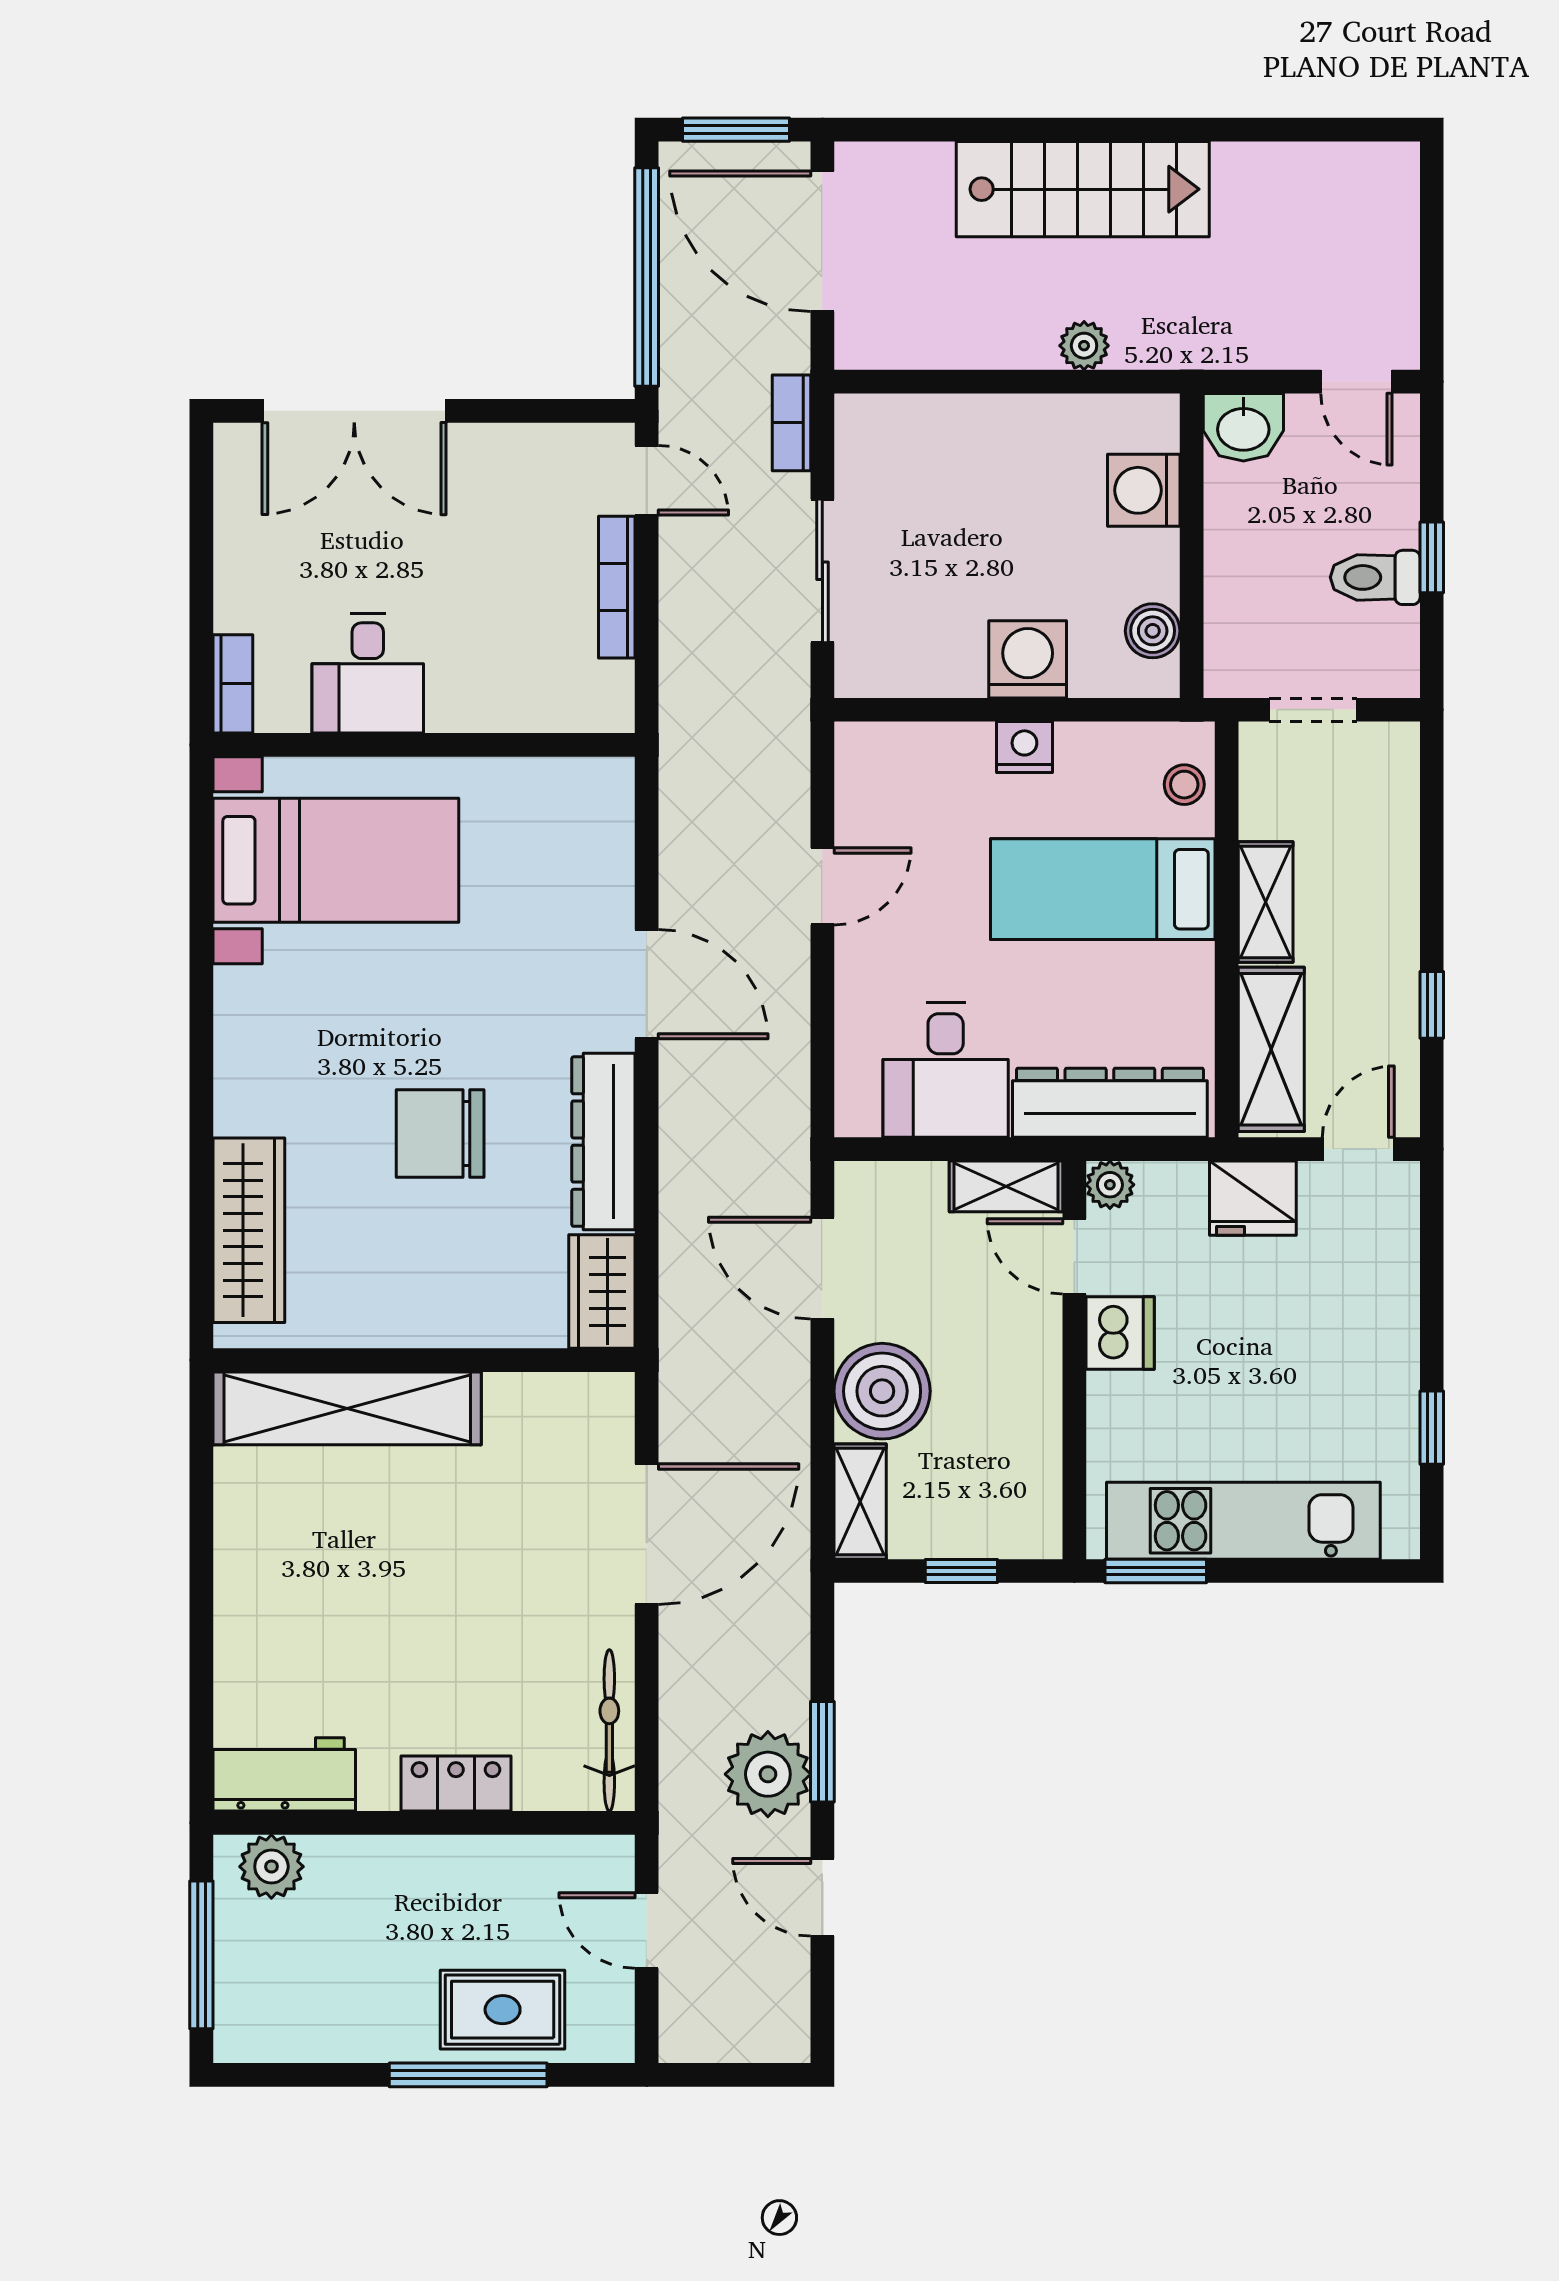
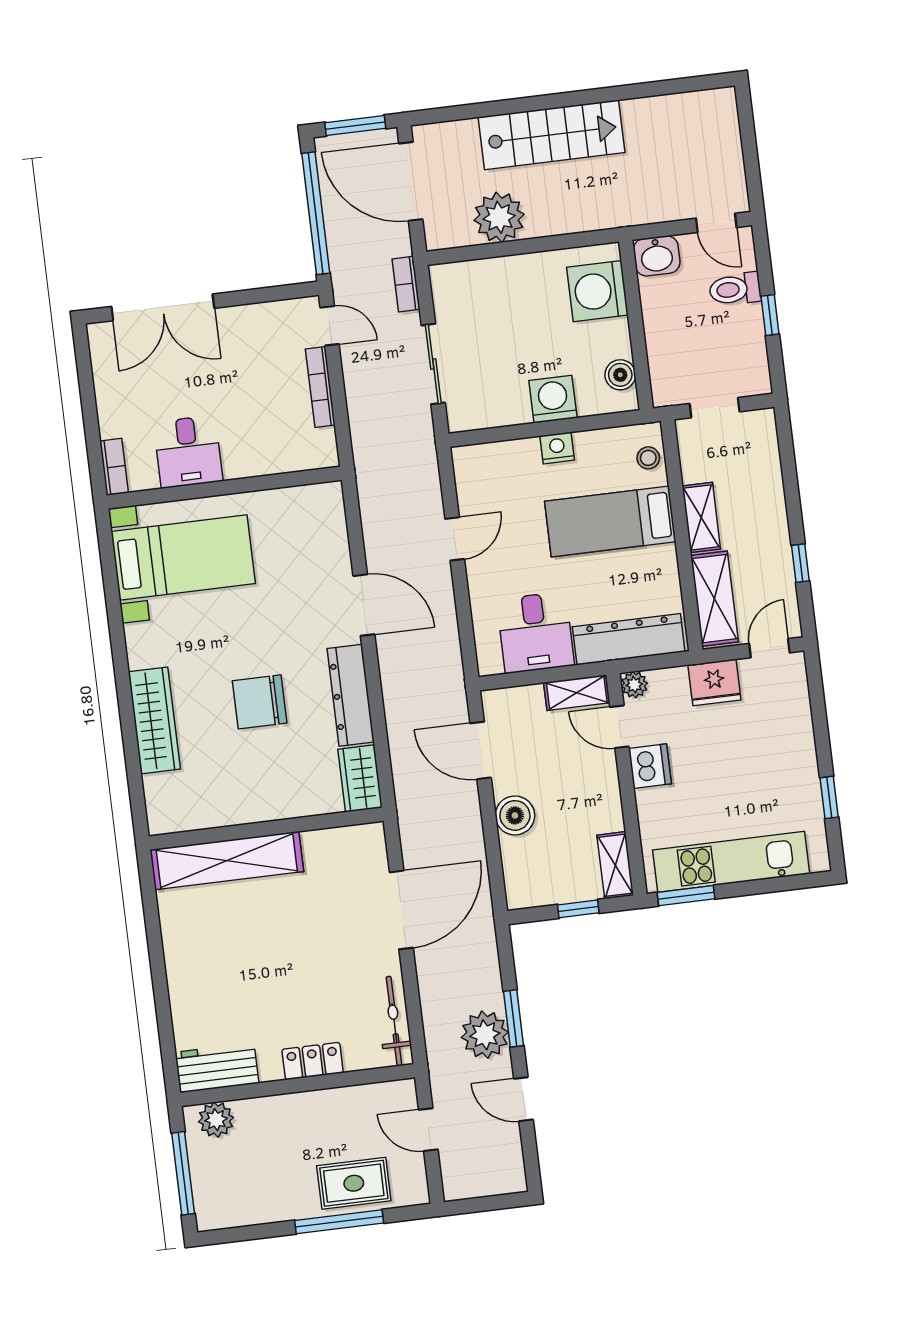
plant: (1084, 346) -> (499, 217), moved, width x1.88, depth x1.88
washing machine: (1144, 490) -> (597, 291), width x1.37, depth x1.37
toilet: (1375, 577) -> (735, 289), moved
wardrobe: (249, 1230) -> (154, 720), moved
boiler: (882, 1391) -> (515, 815), width x0.73, depth x0.73
shelving: (860, 1502) -> (615, 865), moved

